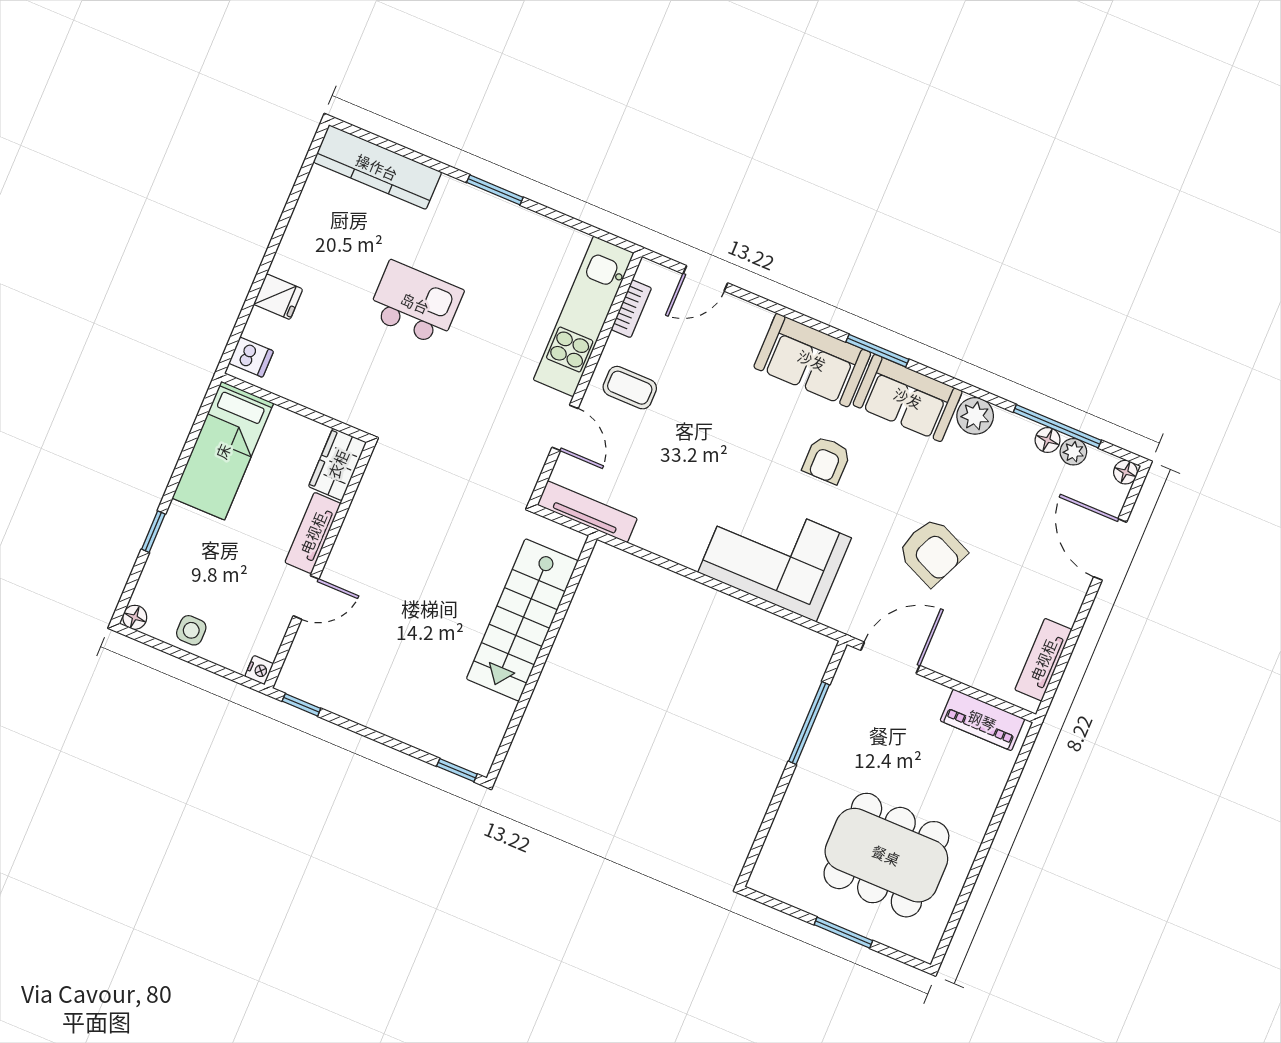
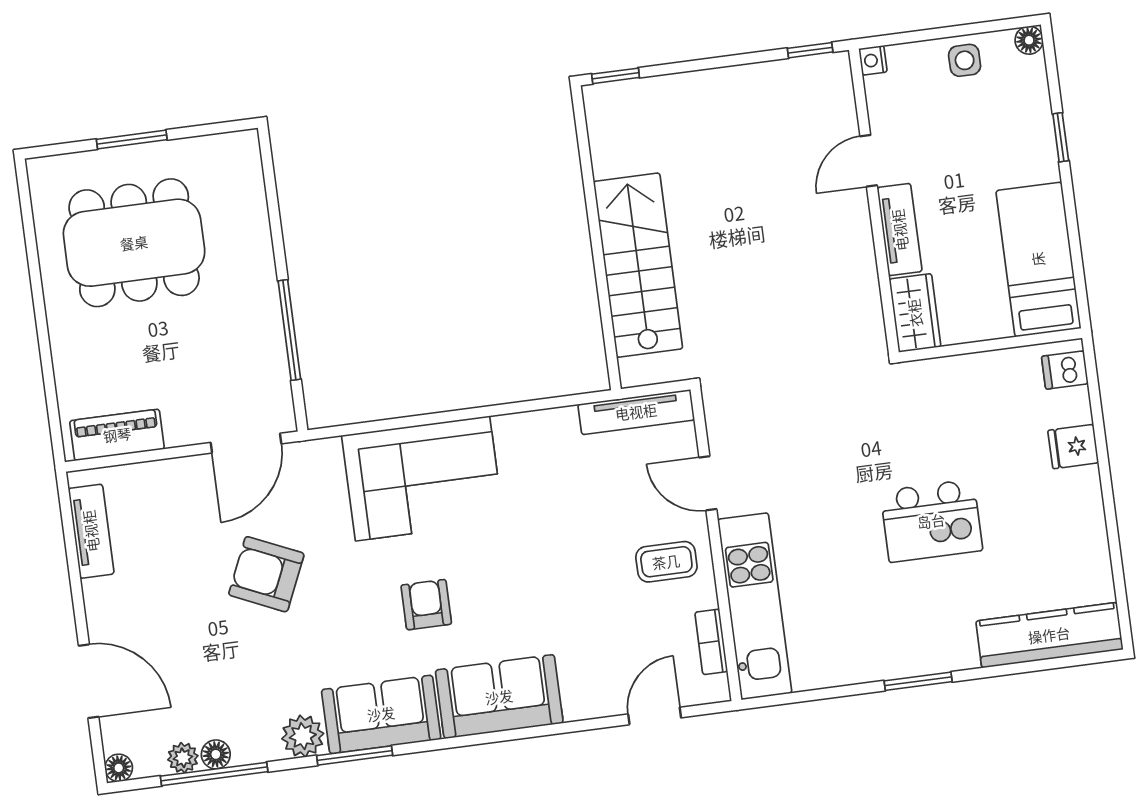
window: (877, 351) -> (355, 755), moved

